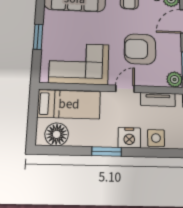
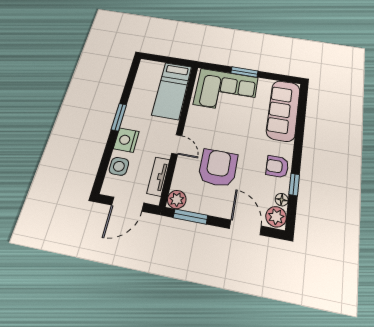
corner sofa: (79, 64) -> (226, 91), moved, turned 90
floor lamp: (57, 134) -> (146, 77), removed

